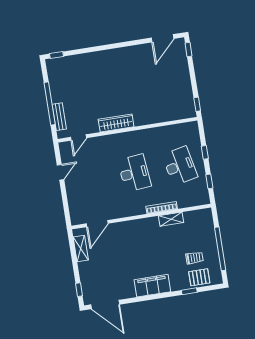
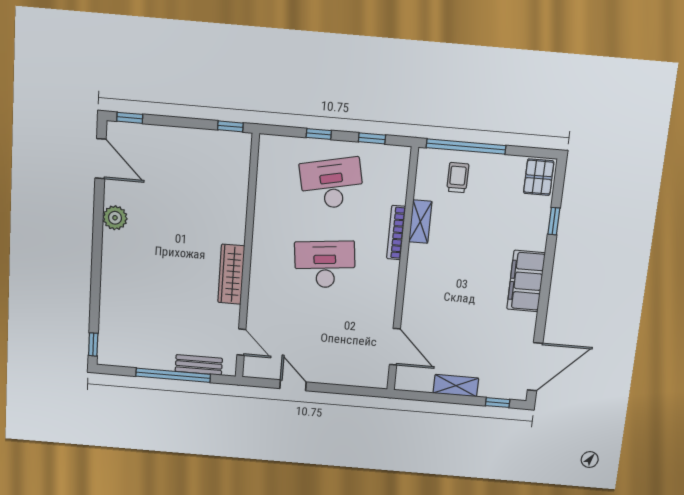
plant: (132, 53) -> (115, 218), added
shelving: (81, 249) -> (456, 386), moved
window: (220, 249) -> (466, 147), moved
trolley: (194, 258) -> (458, 178), moved
pallet: (199, 277) -> (539, 177), moved

